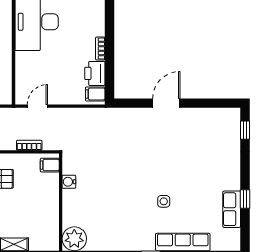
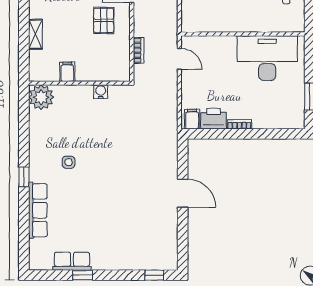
filing cabinet: (50, 165) -> (67, 72), moved
side table: (164, 201) -> (69, 162), moved

